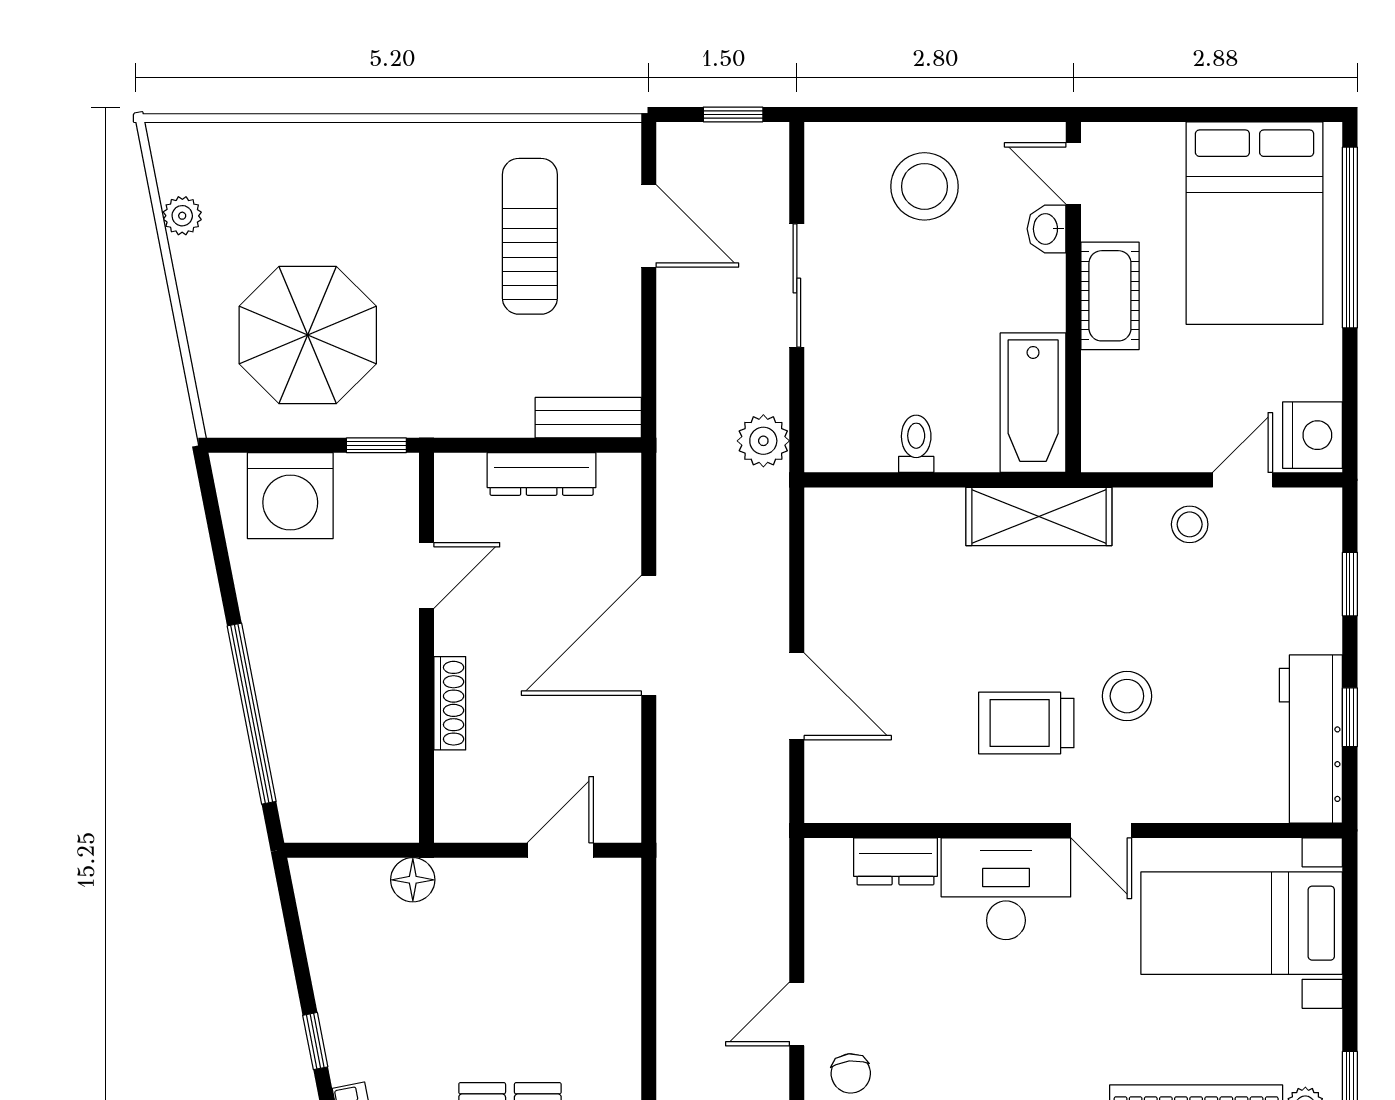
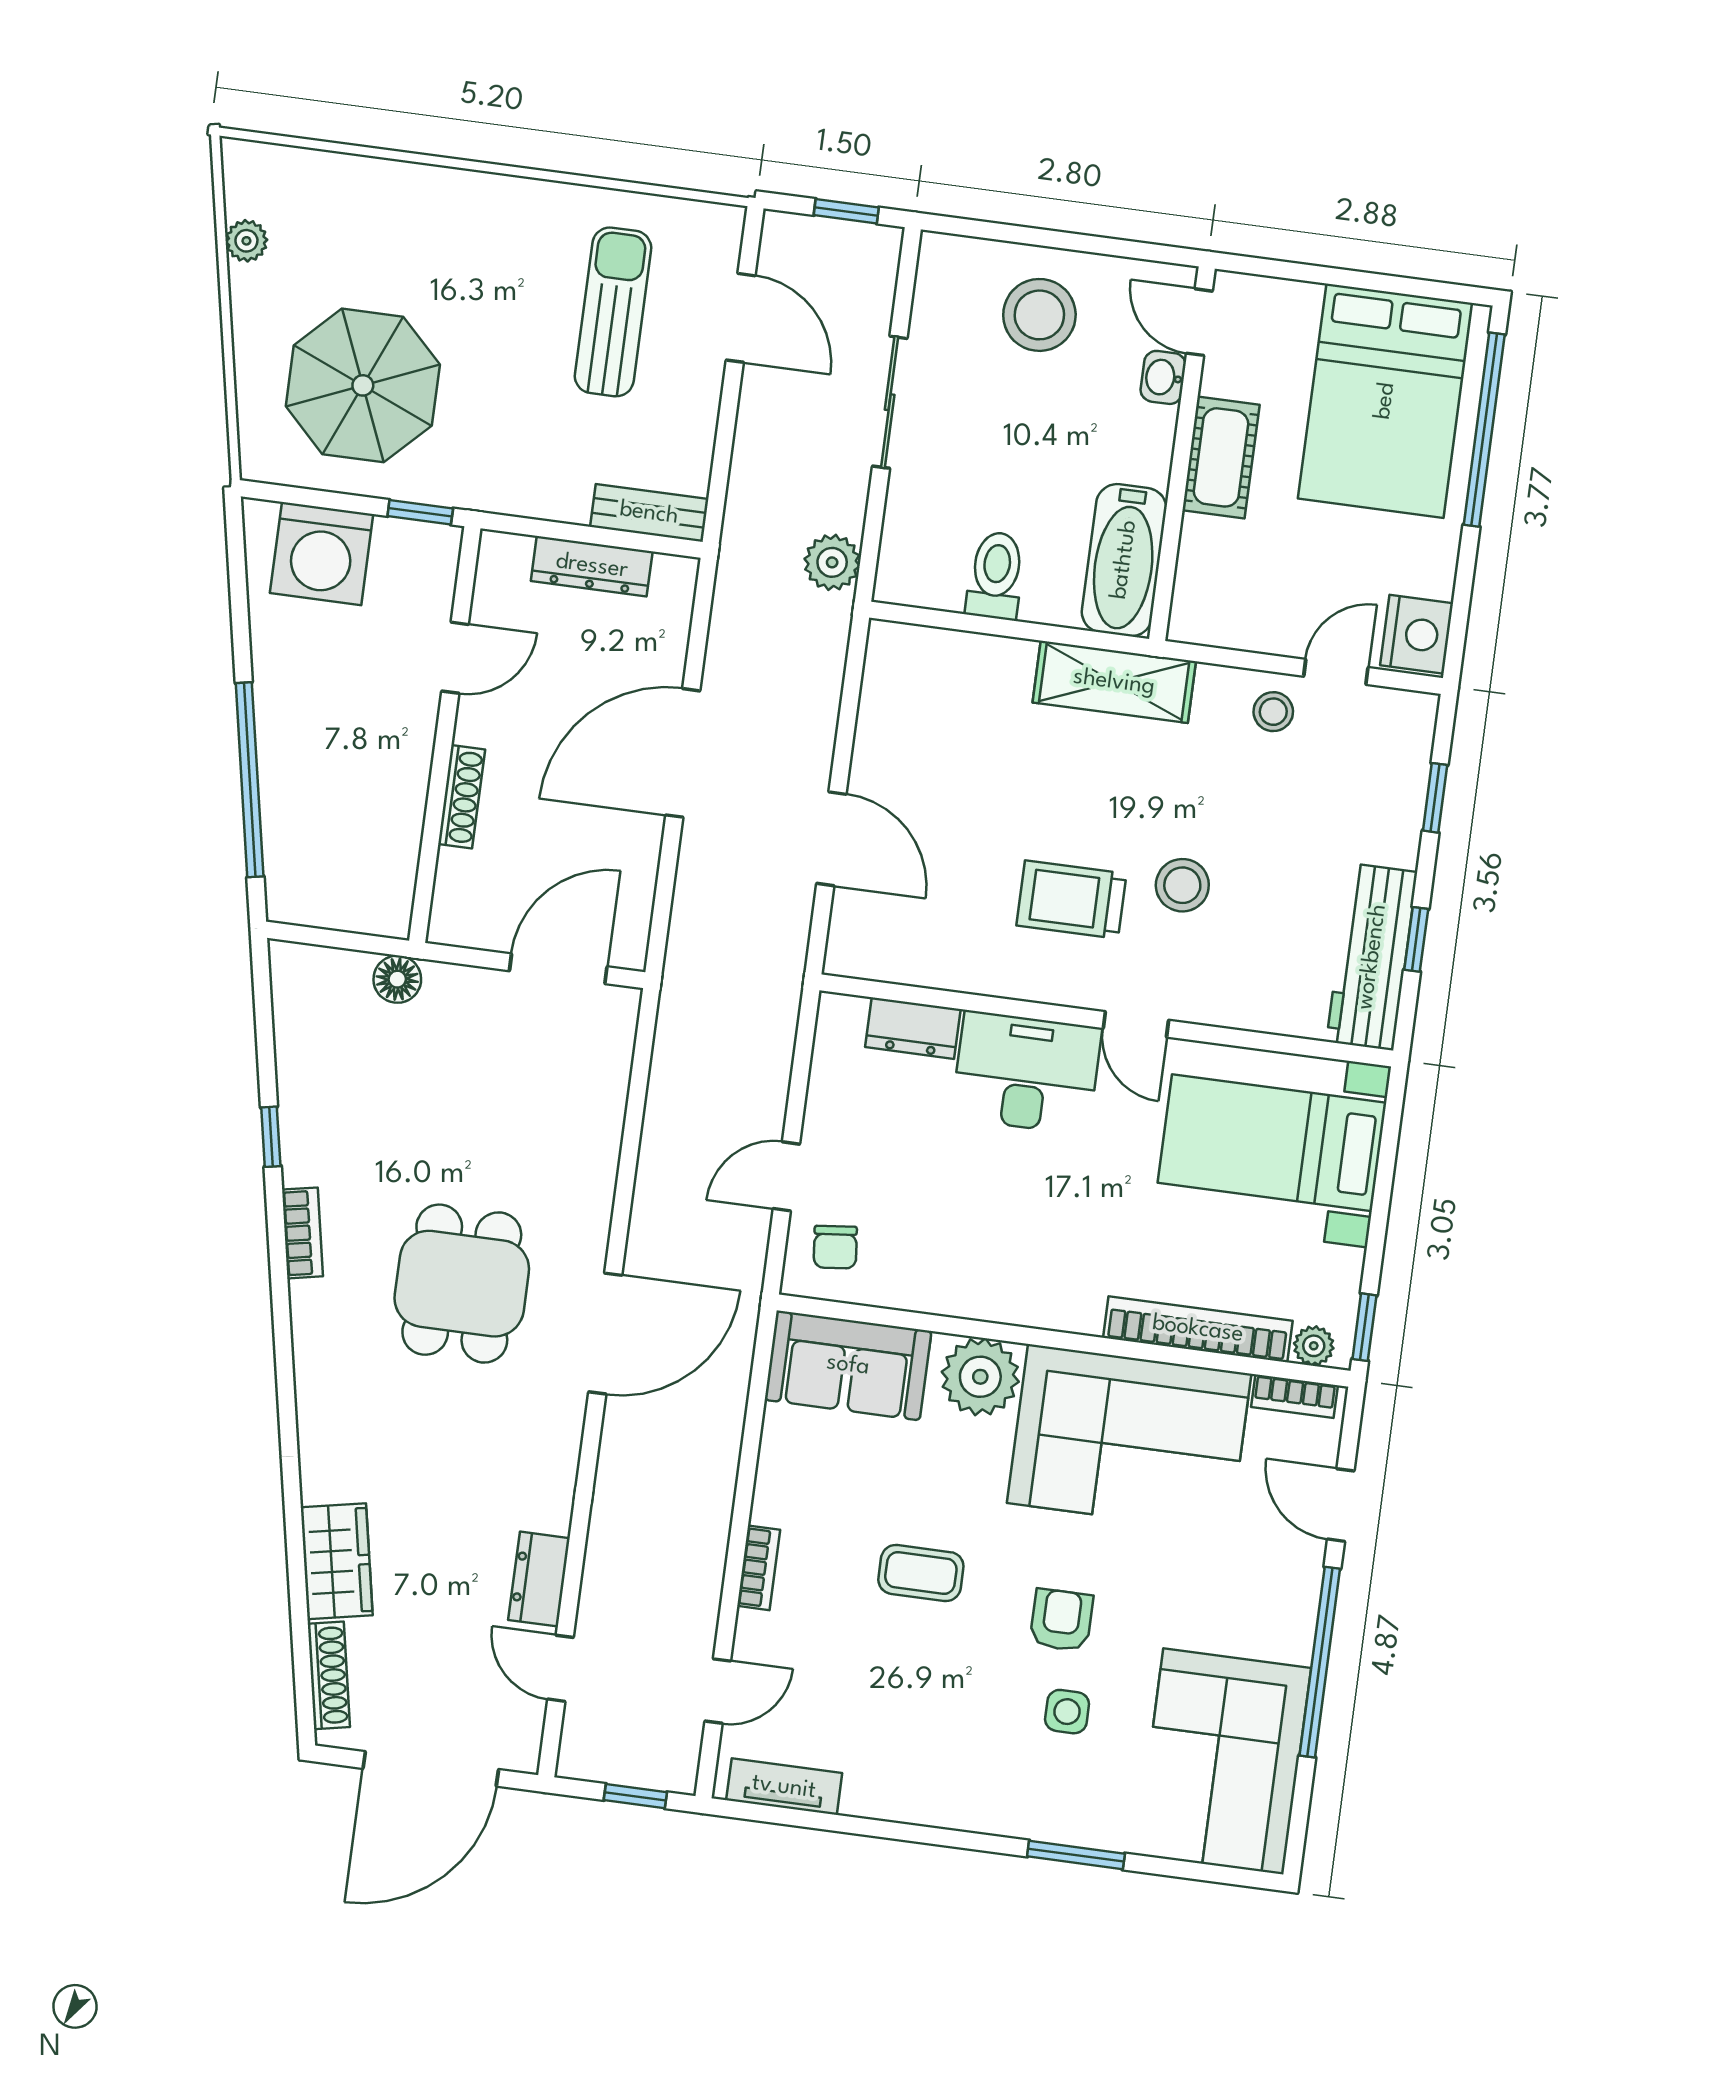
toilet: (916, 444) -> (996, 575), width x1.37, depth x1.39
door: (560, 850) -> (558, 969), width x1.38

